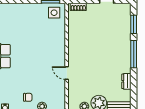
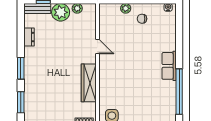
wardrobe: (74, 41) -> (89, 83), added
window: (134, 54) -> (21, 68), width x0.69

